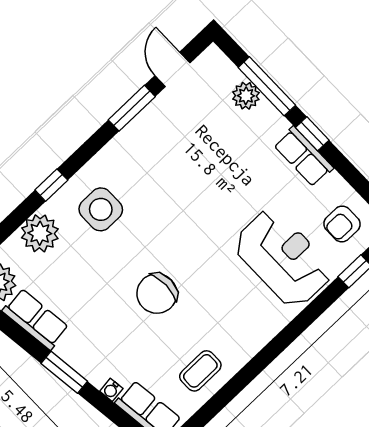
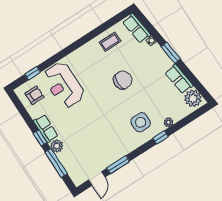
plant: (246, 96) -> (57, 146), moved
plant: (40, 233) -> (169, 122), width x0.53, depth x0.53

